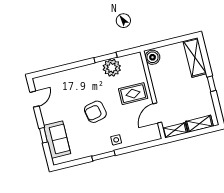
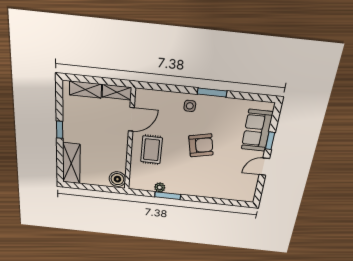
plant: (112, 68) -> (160, 187), width x0.53, depth x0.53
rug: (133, 94) -> (151, 150), turned 90
door: (34, 99) -> (264, 167), moved

